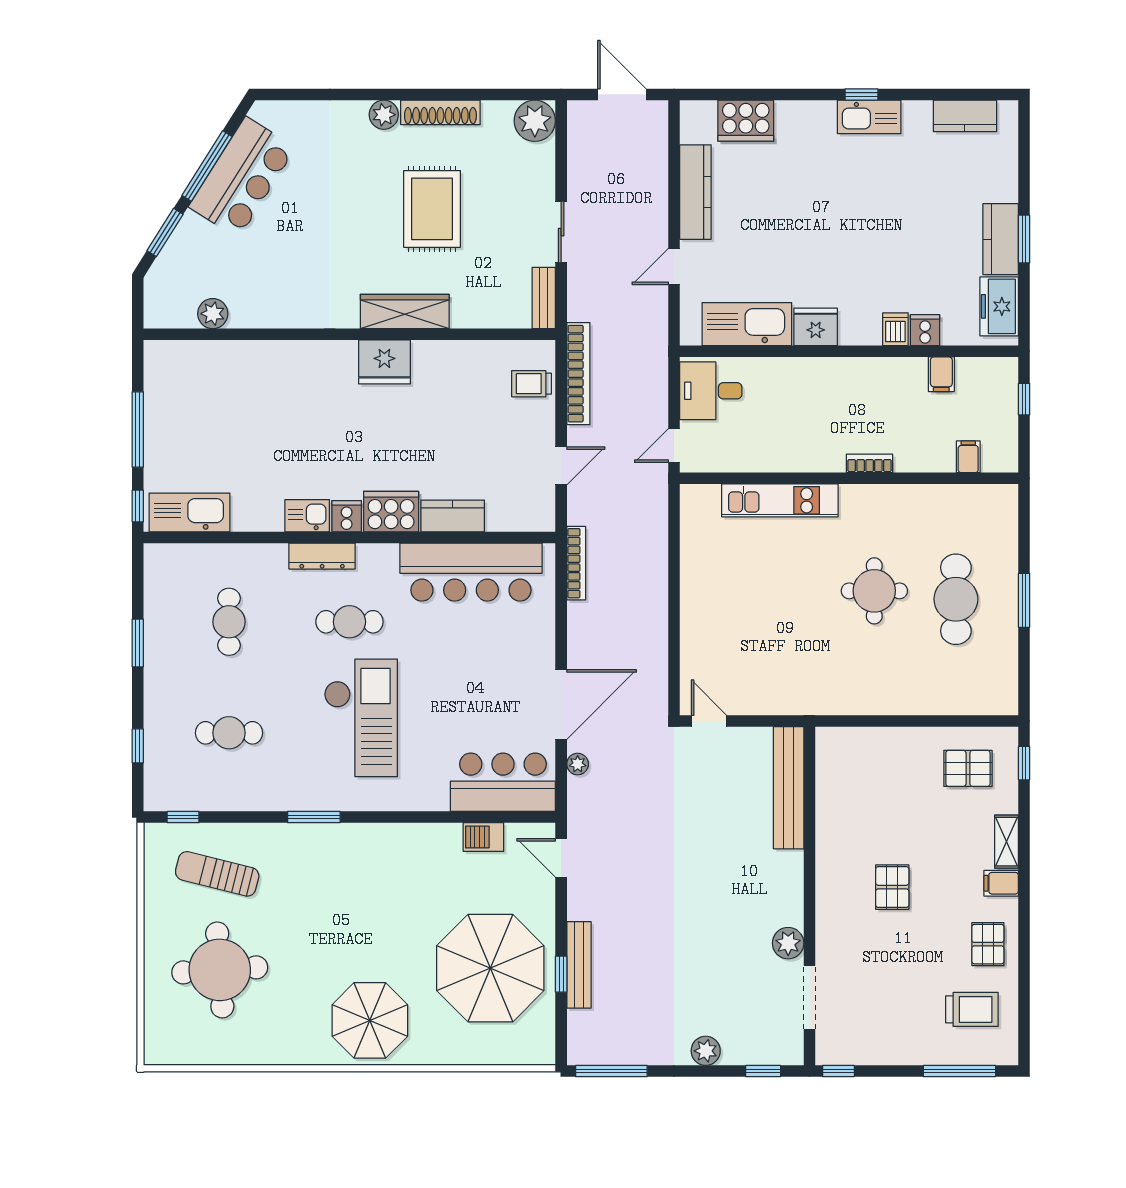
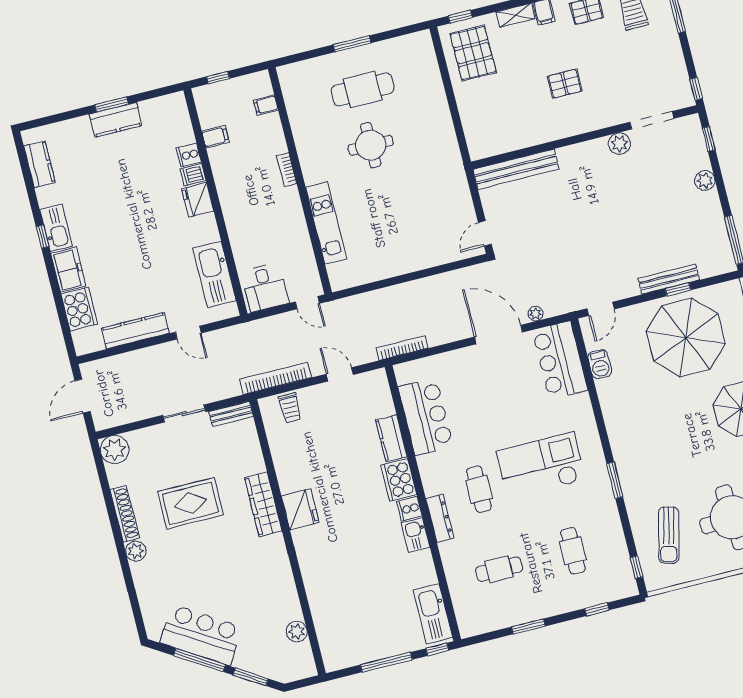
freezer: (999, 306) -> (68, 270), moved, turned -90
fridge: (816, 327) -> (198, 200), moved
bar counter: (471, 572) -> (426, 417), width x0.73
pallet: (968, 768) -> (473, 53), width x1.50, depth x1.42

